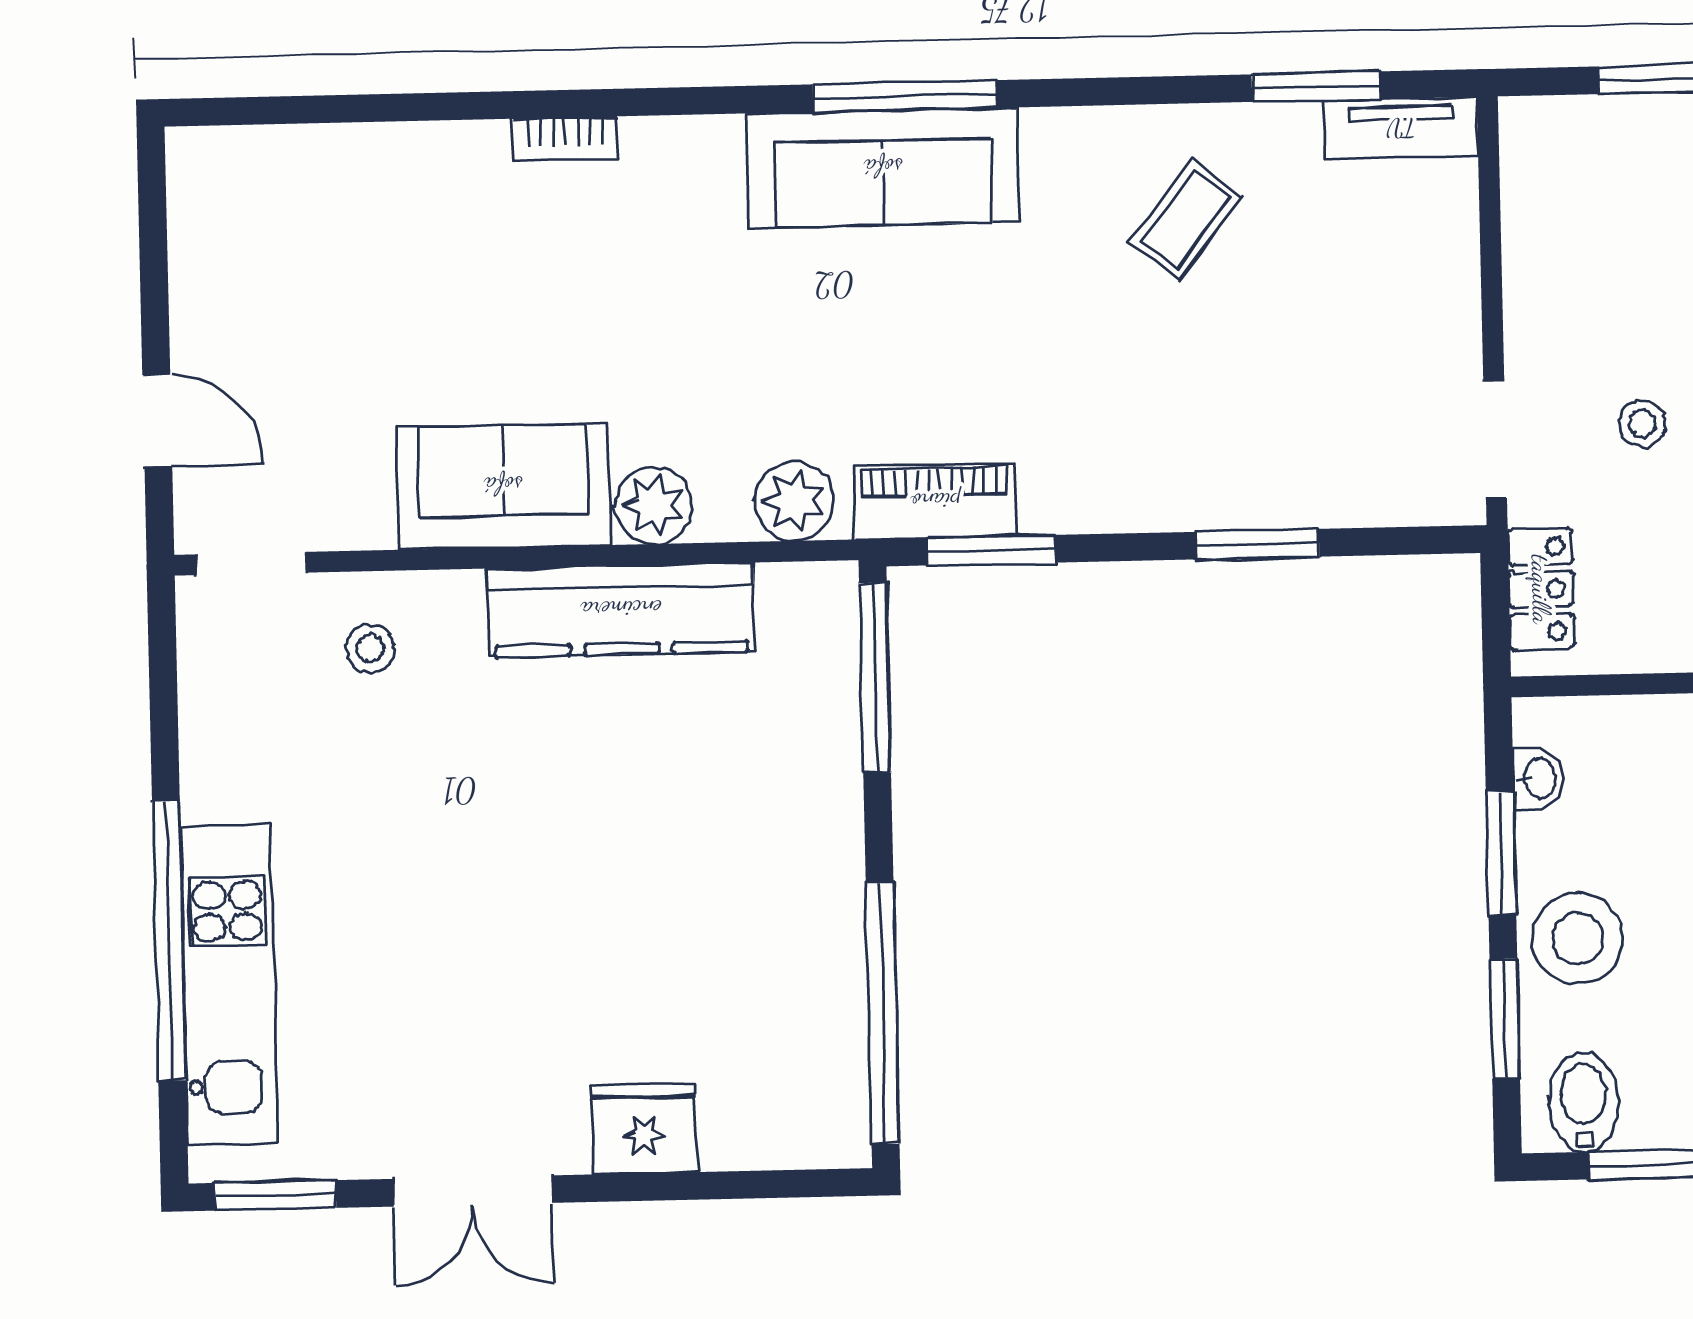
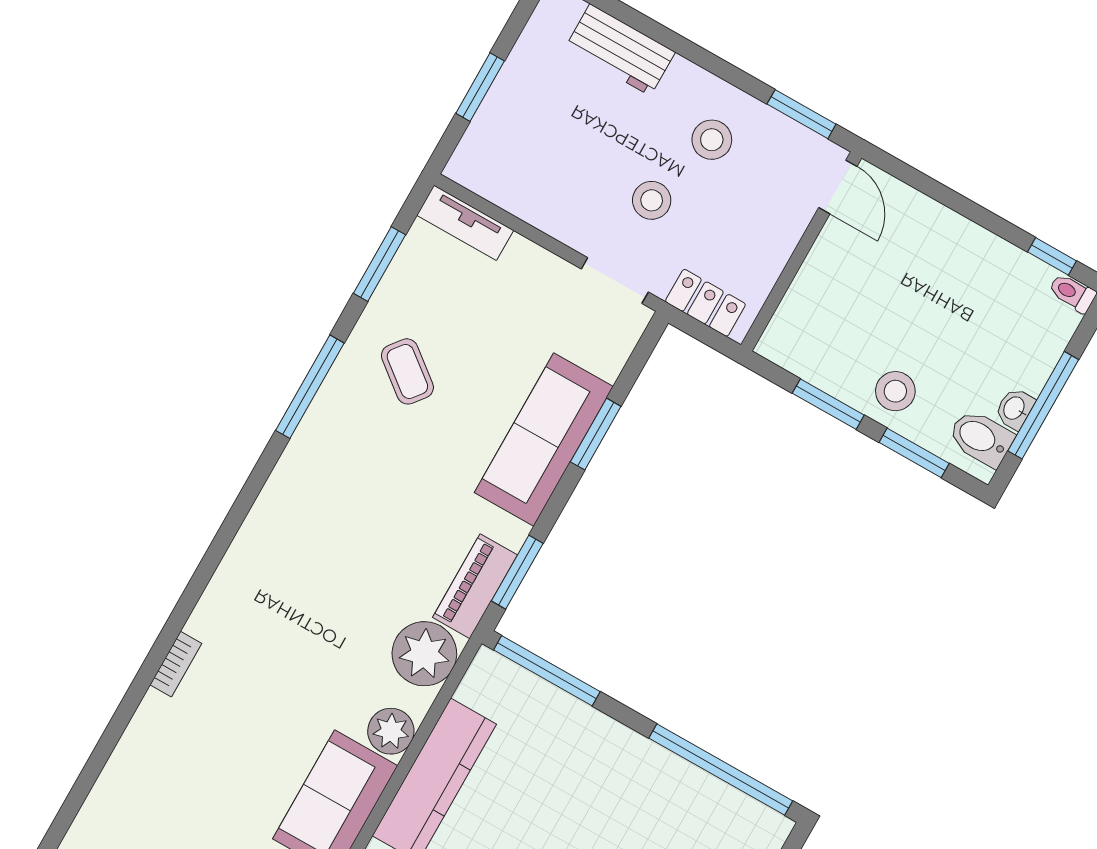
window: (905, 96) -> (310, 387), moved
tv unit: (1401, 128) -> (465, 223), moved, turned 90
sofa: (883, 168) -> (544, 440), moved, turned 180
stool: (1642, 423) -> (652, 200), width x1.37, depth x1.37
plant: (794, 501) -> (424, 654), width x1.36, depth x1.36
washbasin: (1538, 778) -> (1015, 408), moved, turned -90
stool: (1577, 938) -> (895, 391), width x0.73, depth x0.73

